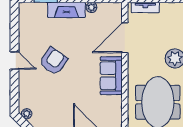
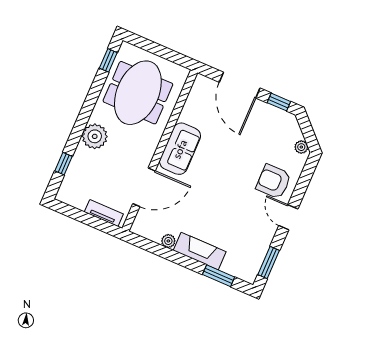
window: (15, 23) -> (269, 263), added
armchair: (53, 61) -> (274, 182), moved, turned 55

